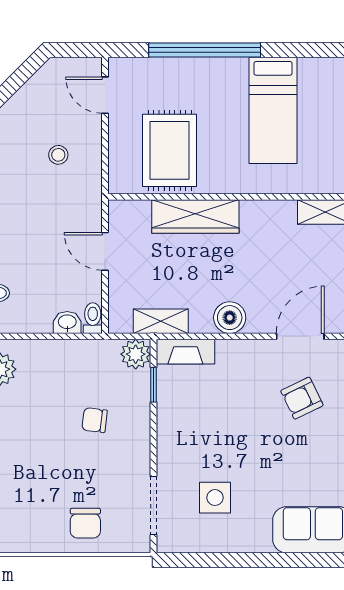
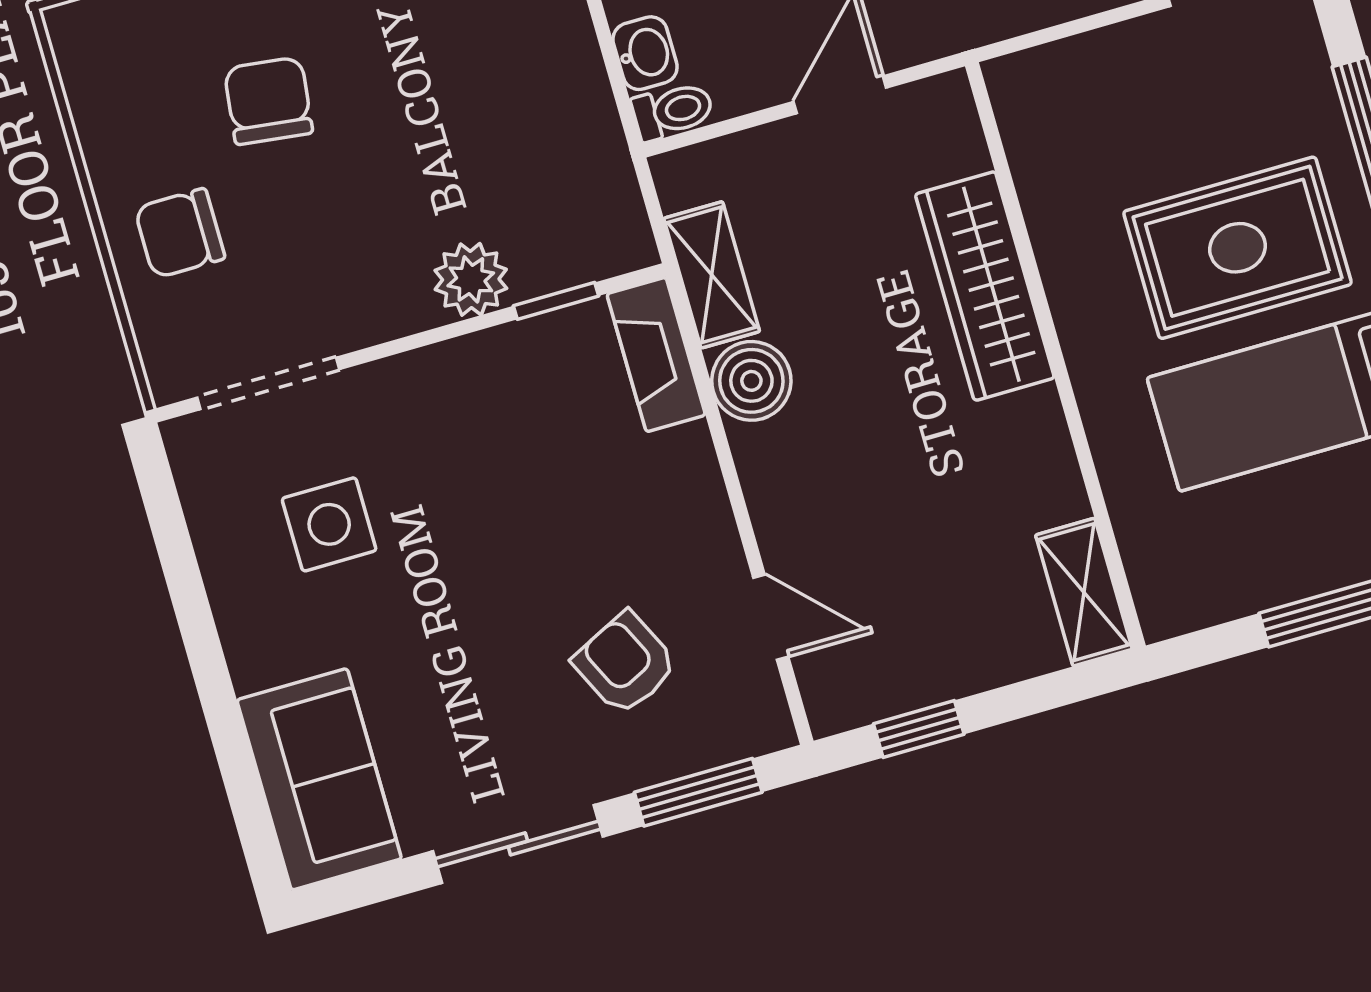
rug: (170, 150) -> (1238, 248), moved
boiler: (230, 318) -> (751, 381), moved
door: (300, 336) -> (771, 617), width x0.73
plant: (136, 354) -> (471, 279), moved
chair: (95, 420) -> (268, 101), moved, width x1.37, depth x1.37

